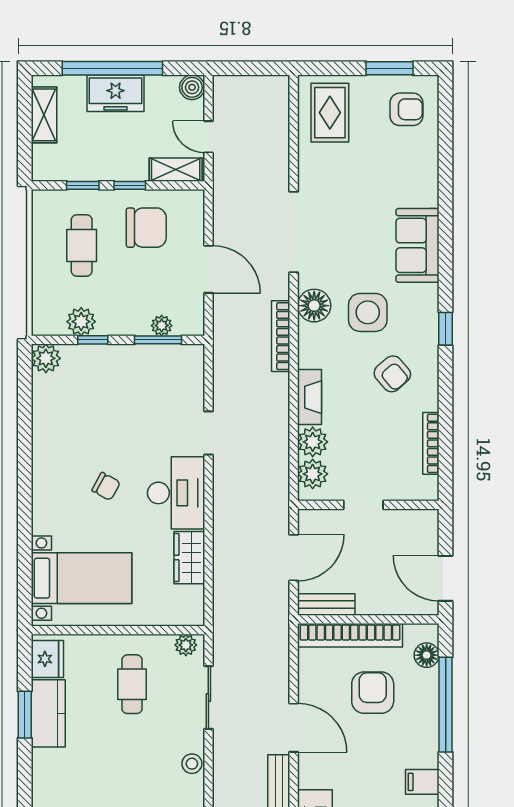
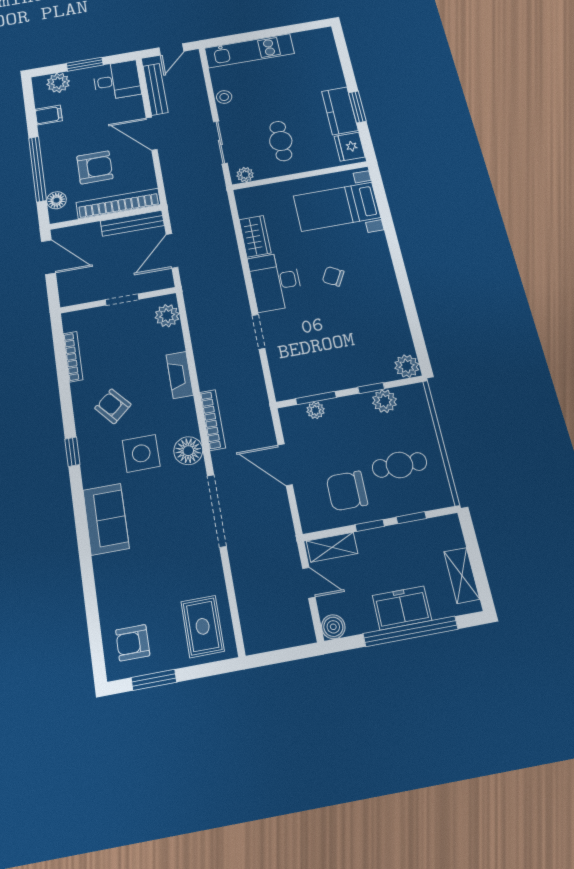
cafe table: (82, 246) -> (400, 465), turned 90
plant: (313, 442) -> (171, 340), removed
bench: (326, 605) -> (132, 223), width x1.36
armchair: (373, 693) -> (95, 167), turned -90

